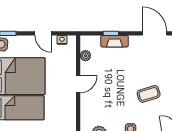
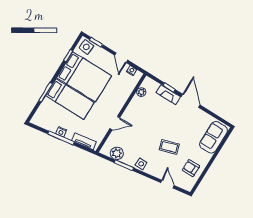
door: (155, 33) -> (191, 101), moved
door: (78, 84) -> (115, 123), moved

